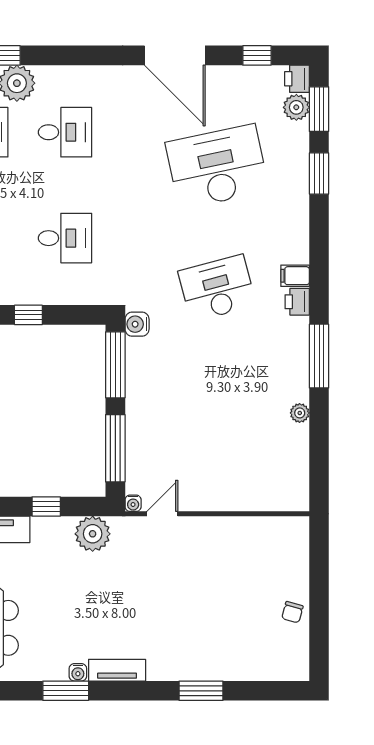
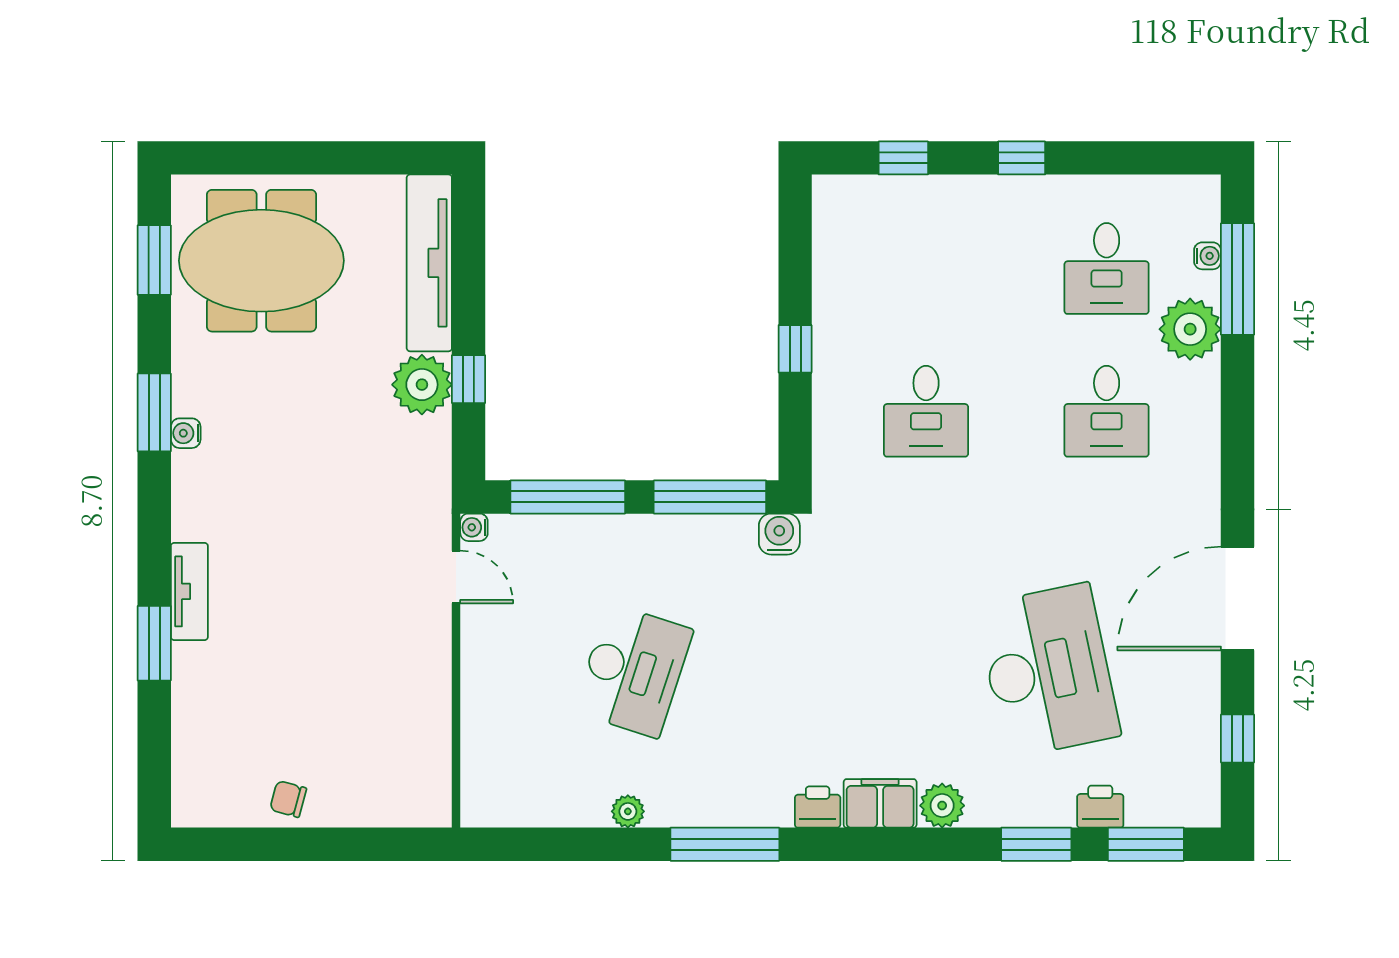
printer: (297, 79) -> (1100, 807), moved
plant: (296, 107) -> (942, 806), moved
filing cabinet: (295, 276) -> (880, 803), width x2.00
desk: (217, 288) -> (633, 671), moved, turned 33
plant: (93, 534) -> (422, 385), moved
tv unit: (117, 670) -> (189, 591), moved

